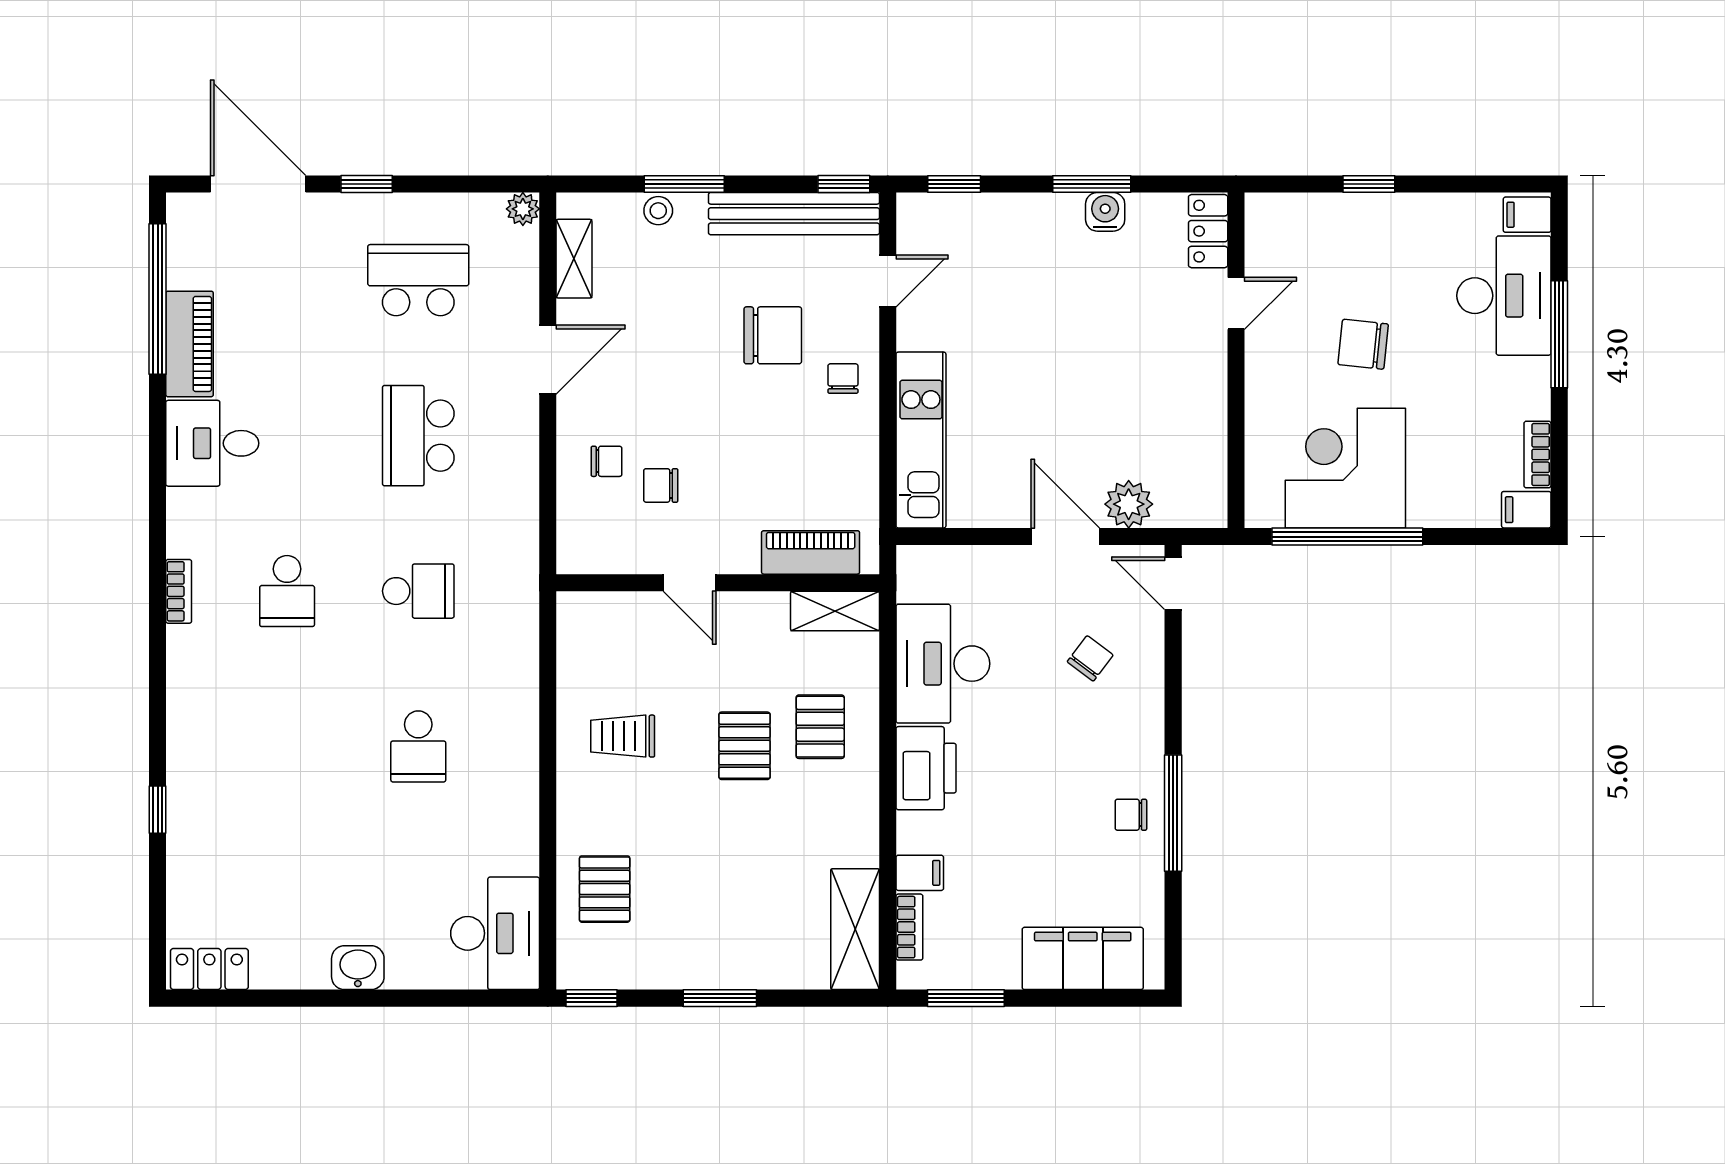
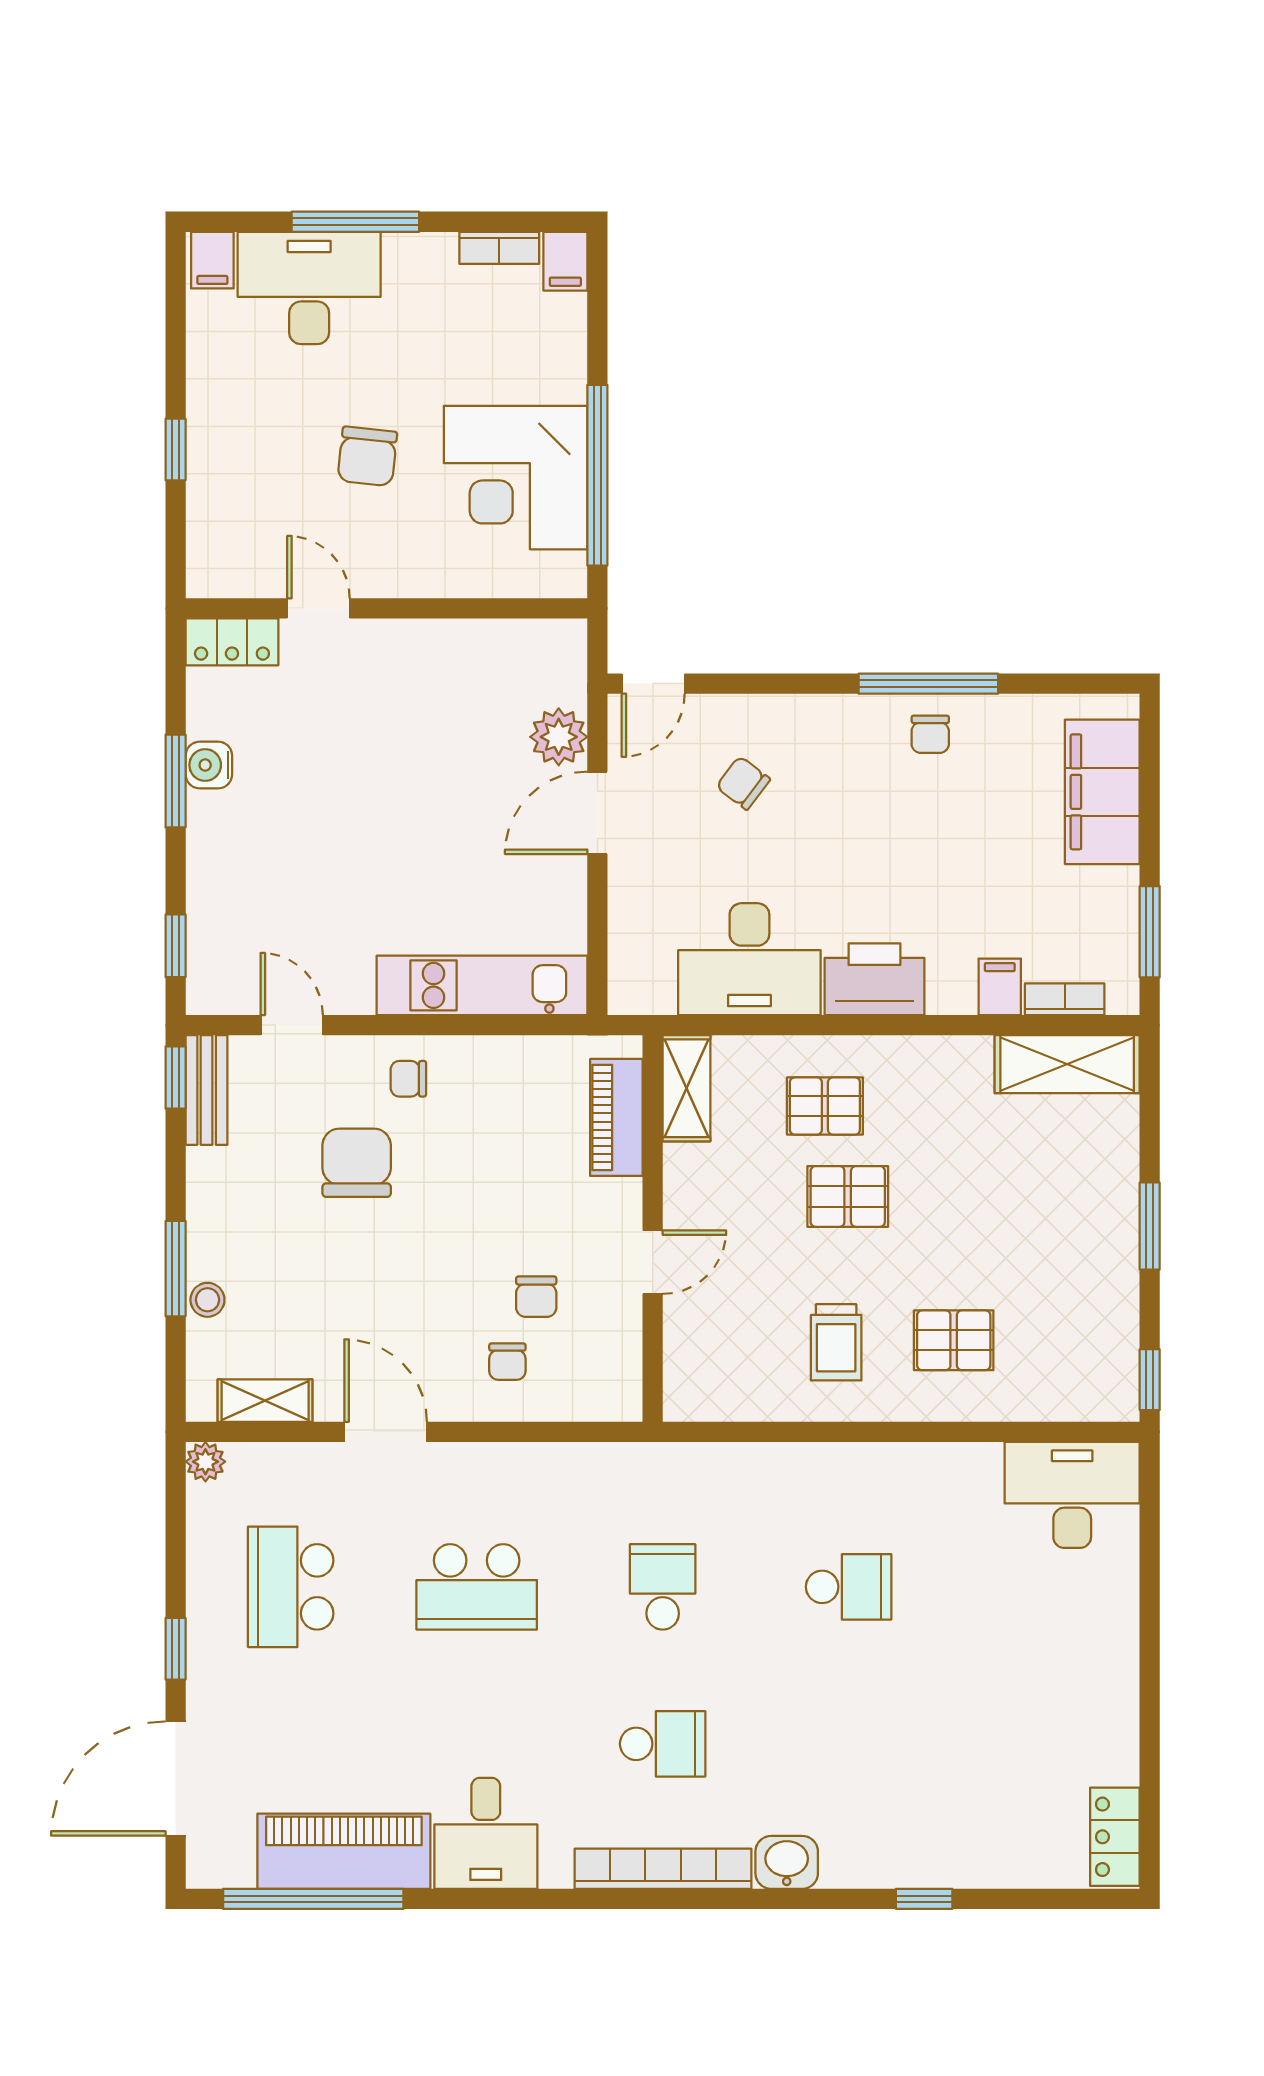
bench: (794, 214) -> (207, 1090), width x0.54, depth x0.82
piano: (190, 344) -> (344, 1851), width x1.37, depth x1.33
chair: (607, 461) -> (507, 1362), turned 180
bookcase: (179, 591) -> (663, 1869), width x2.31, depth x1.31
pallet: (605, 889) -> (954, 1340), moved
washbasin: (358, 968) -> (787, 1862), moved, turned 90

